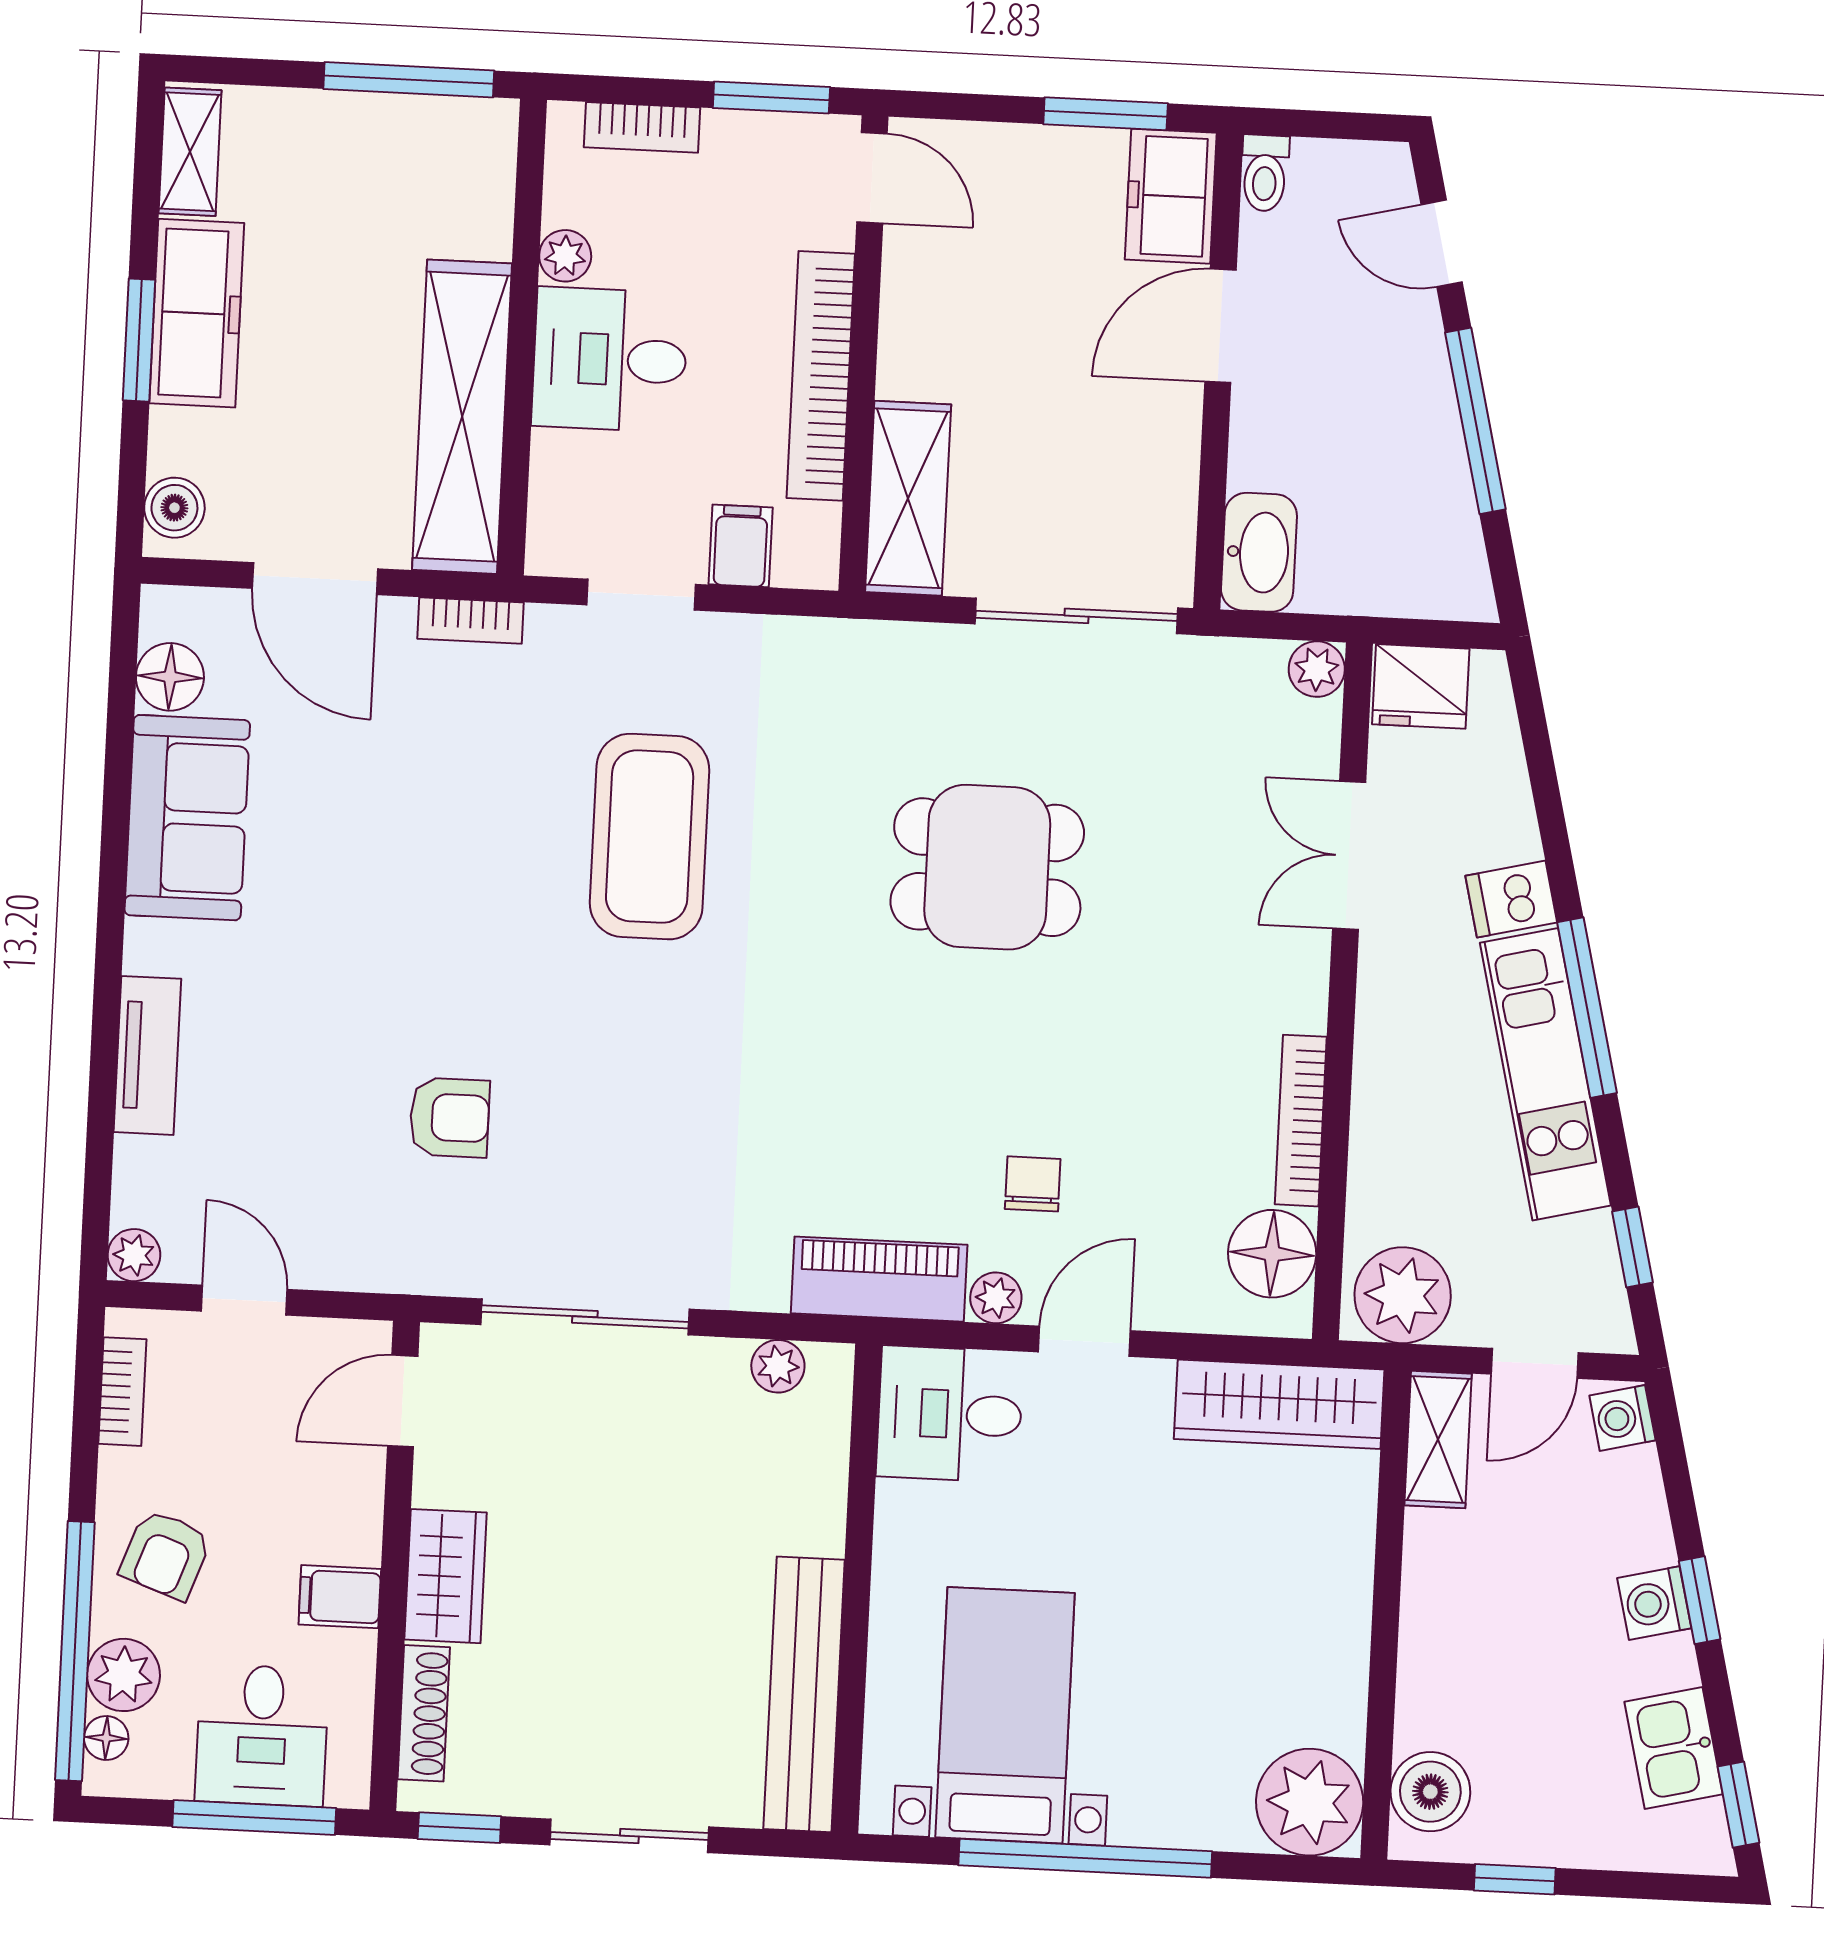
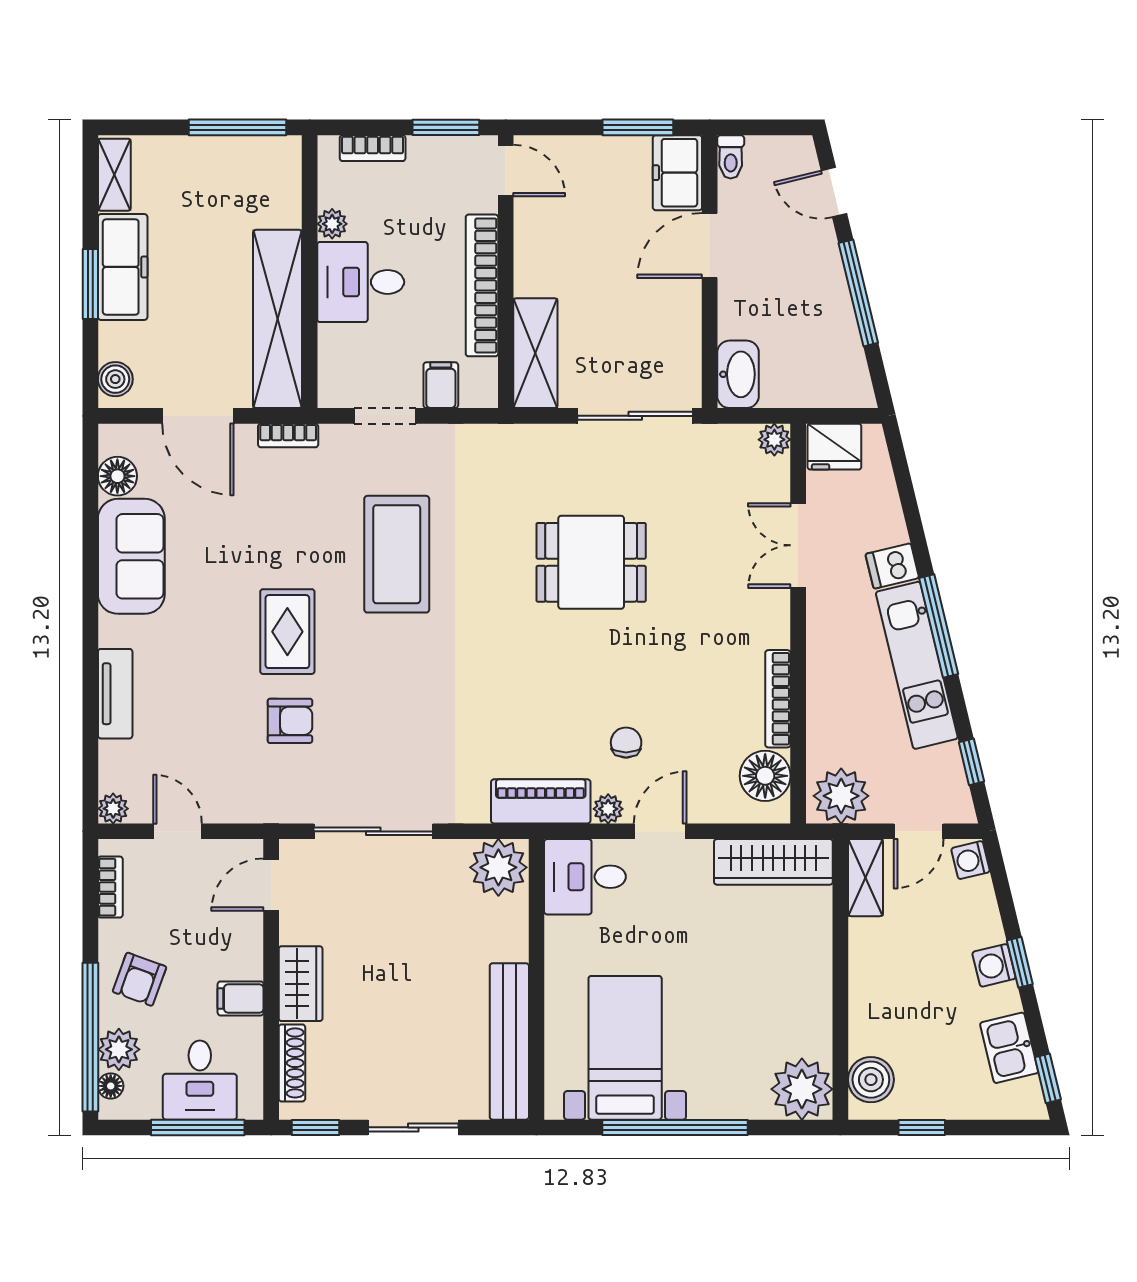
rug: (452, 962) -> (287, 632), added
plant: (778, 1366) -> (498, 867), width x1.87, depth x1.87

